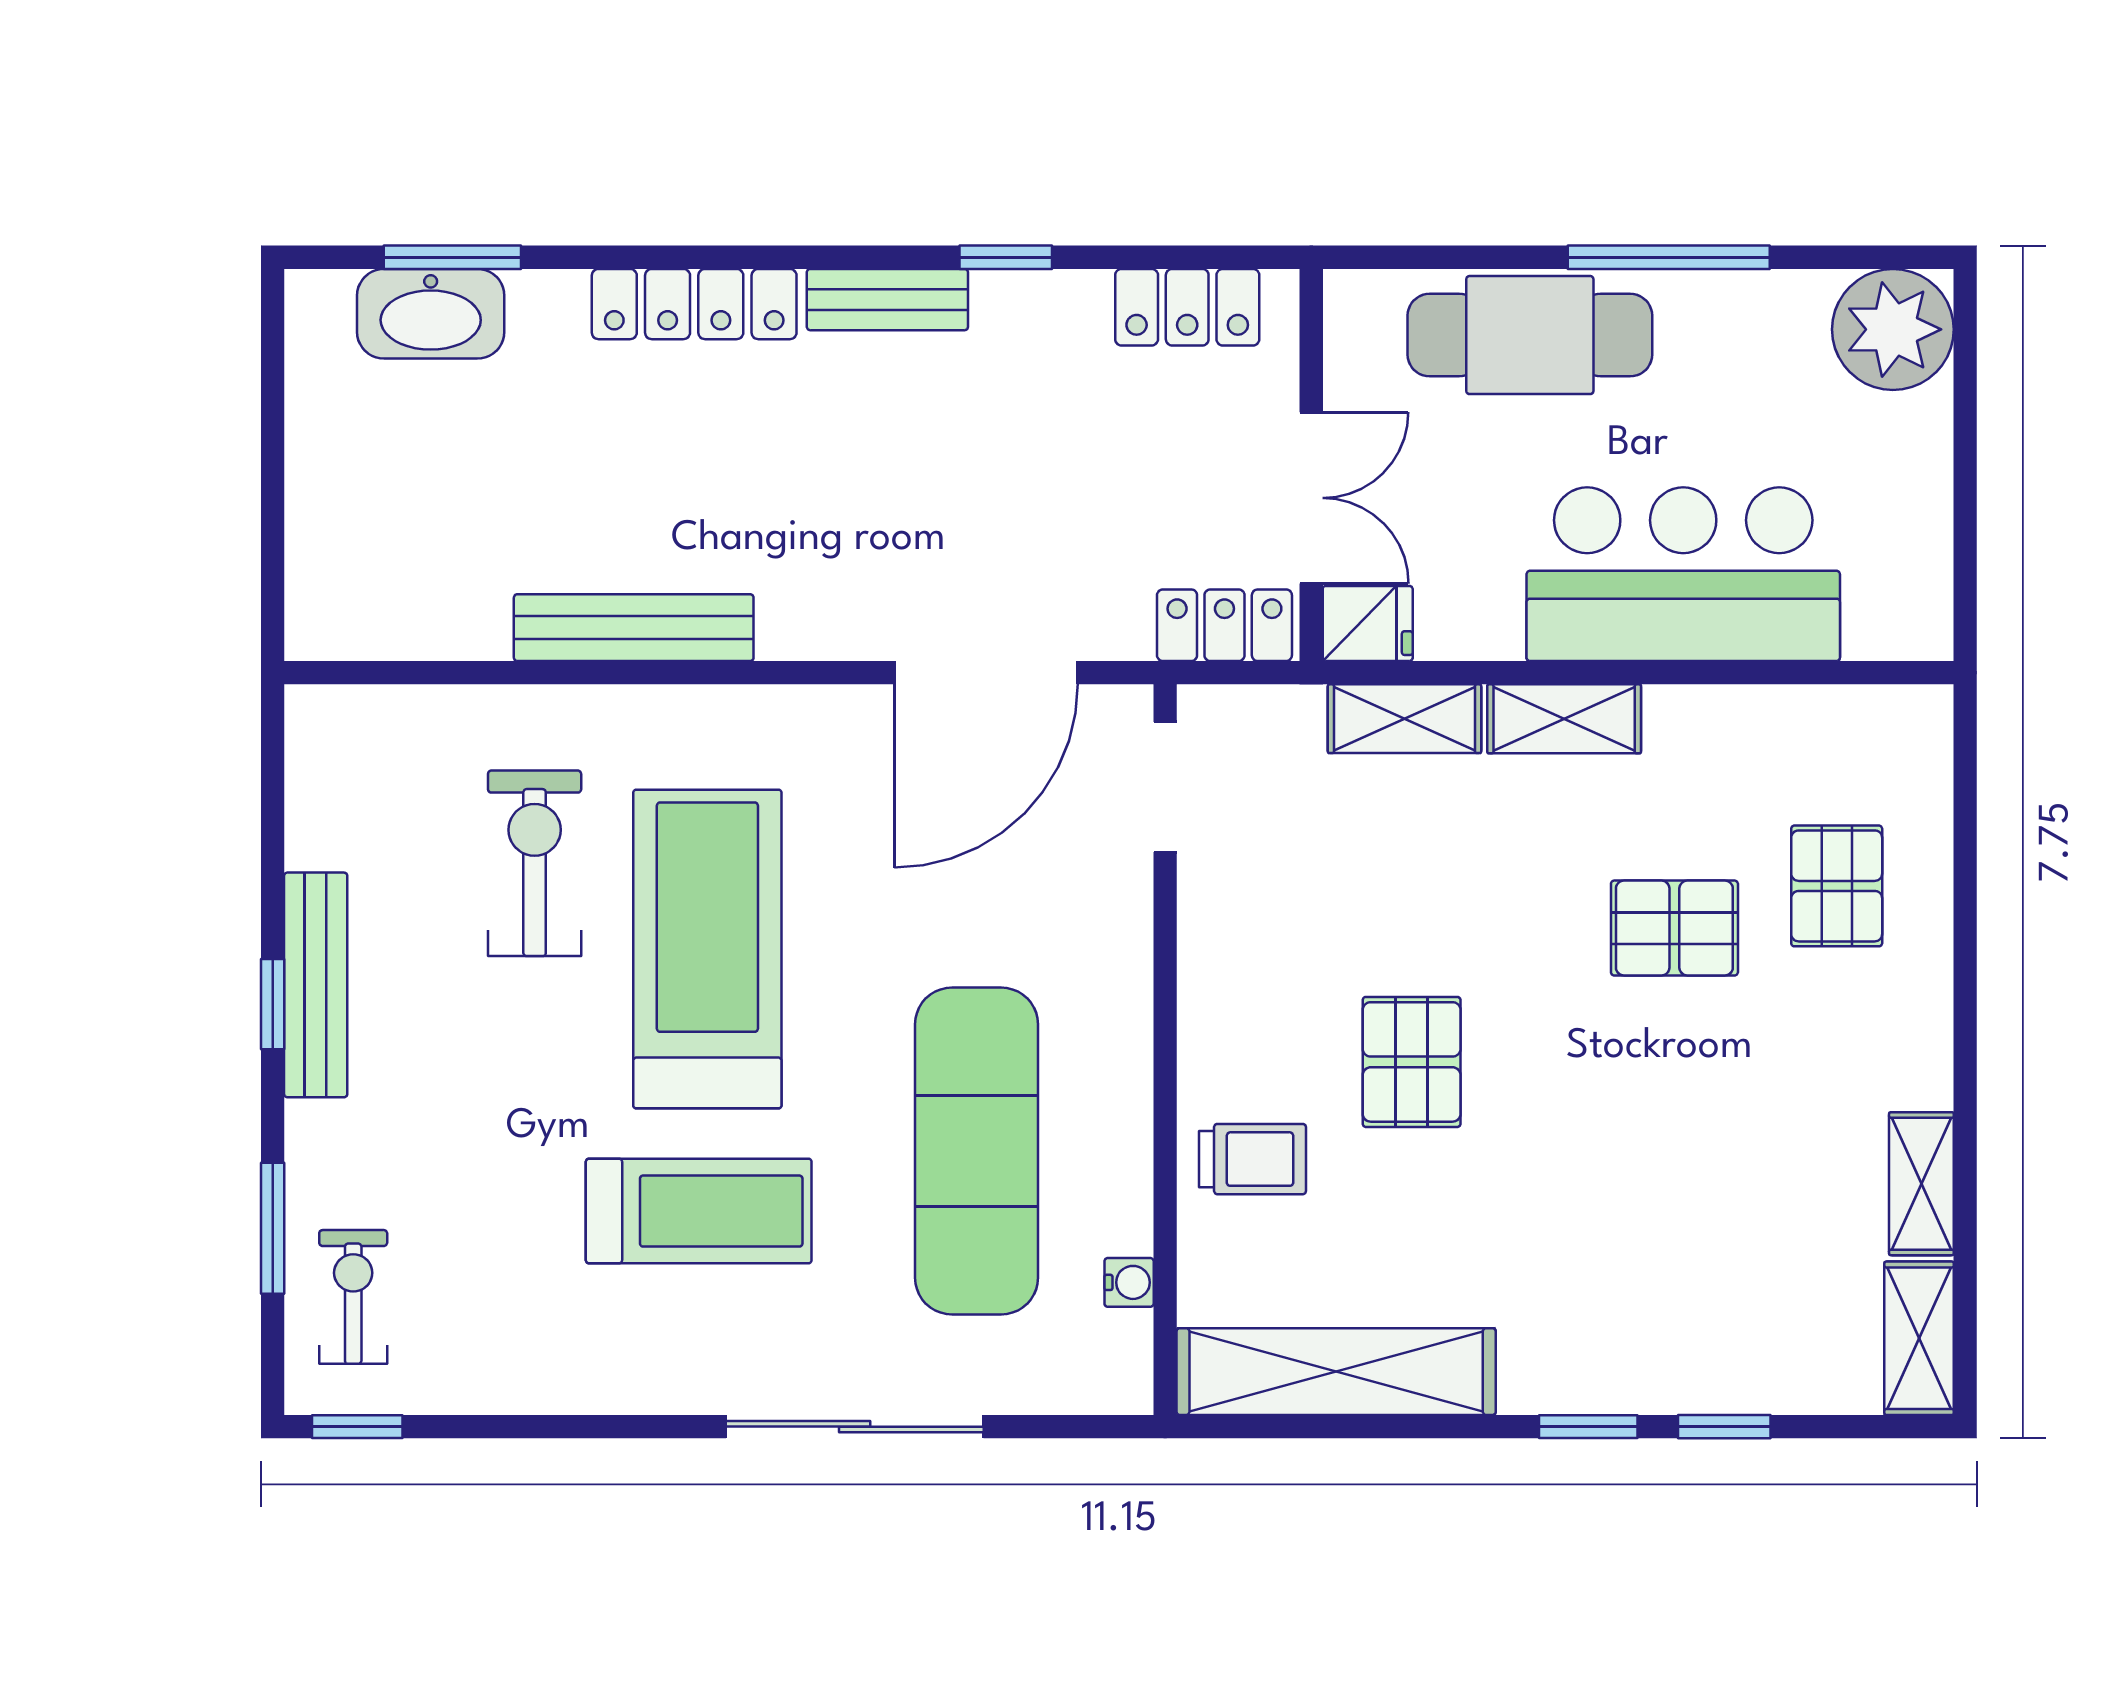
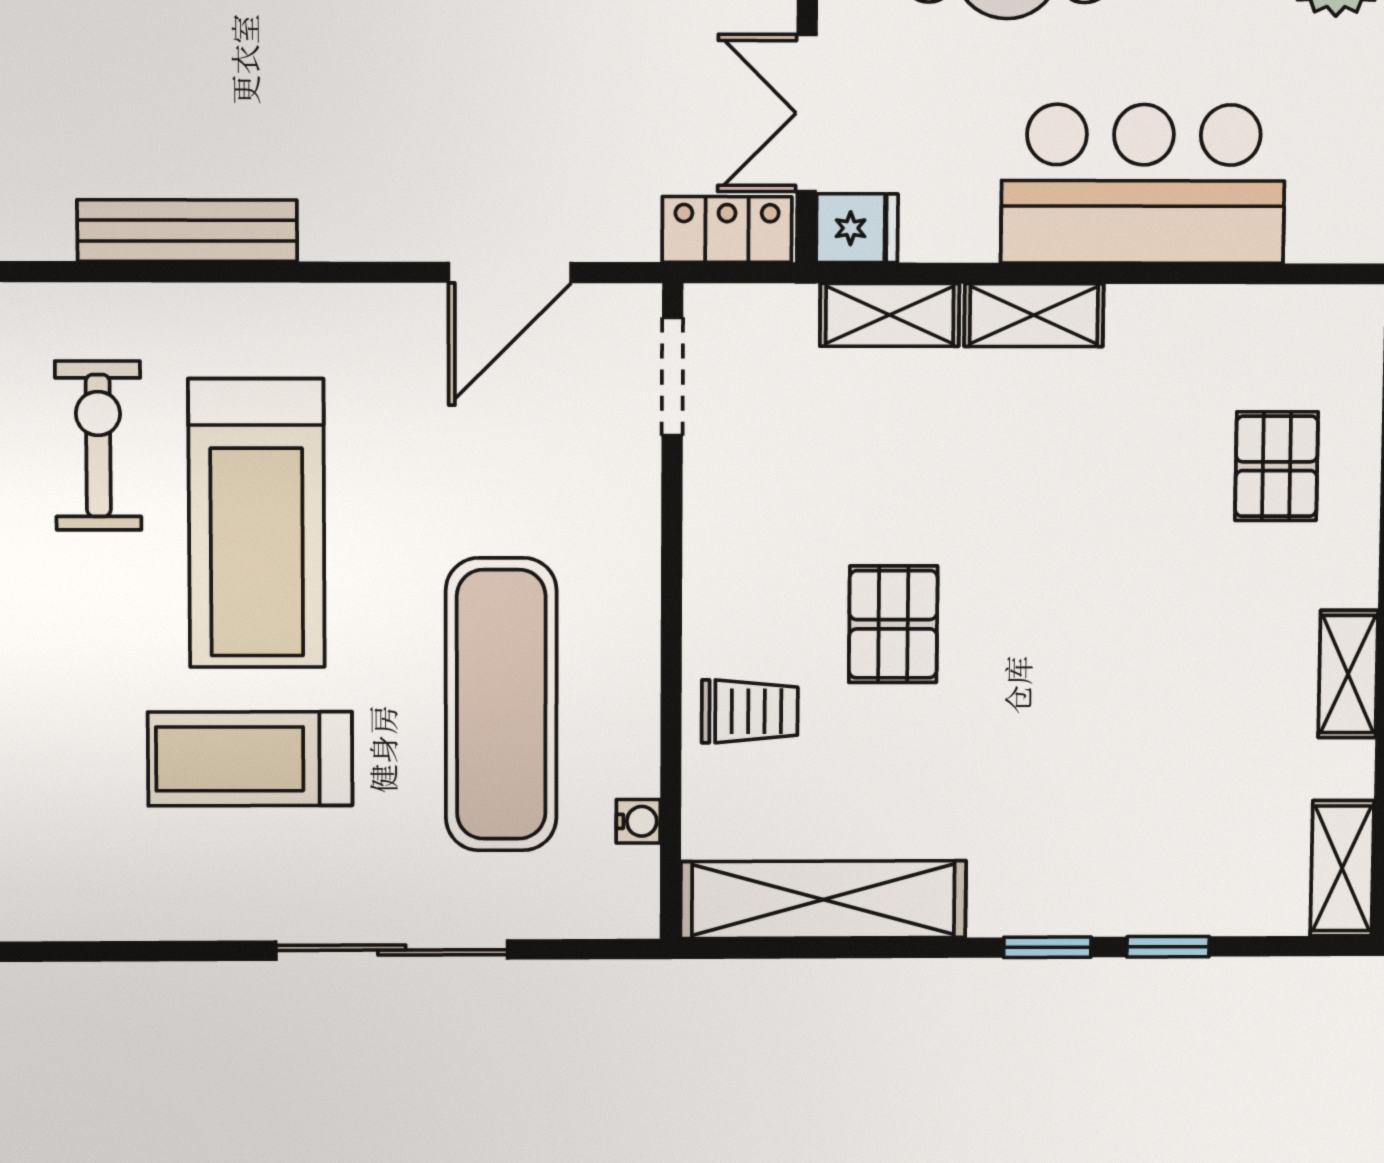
double door: (1311, 498) -> (807, 113), swing flipped
door: (986, 673) -> (510, 272), width x0.73
pallet: (1674, 928) -> (1130, 504), removed
treadmill: (707, 949) -> (257, 523), turned 180
shelving: (1921, 1184) -> (1348, 674), moved
treadmill: (699, 1211) -> (250, 759), turned 180

